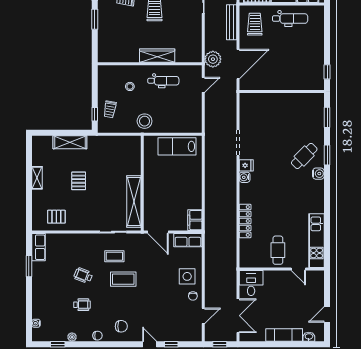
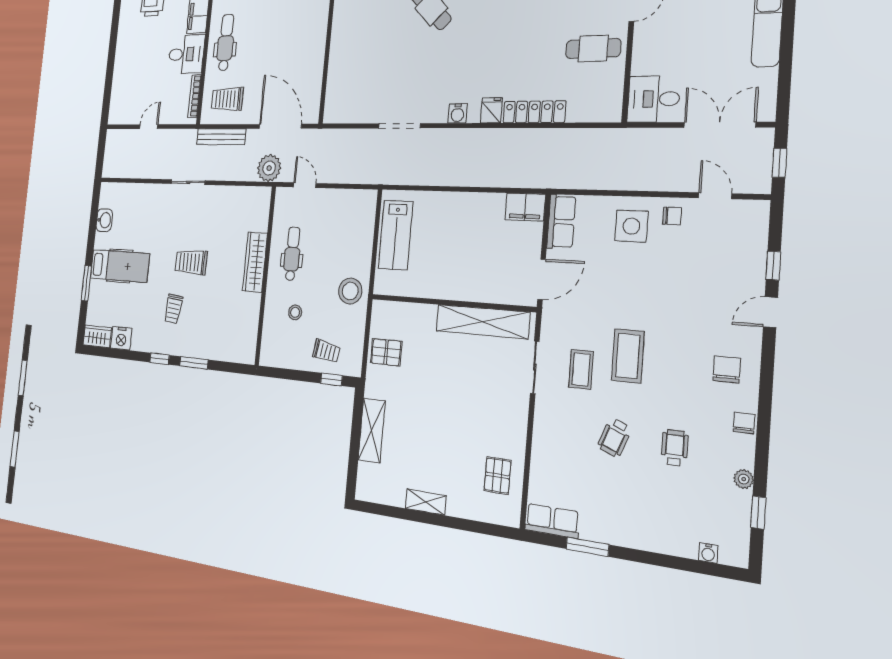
fridge: (246, 165) -> (491, 110), moved
pallet: (79, 181) -> (386, 352), moved

